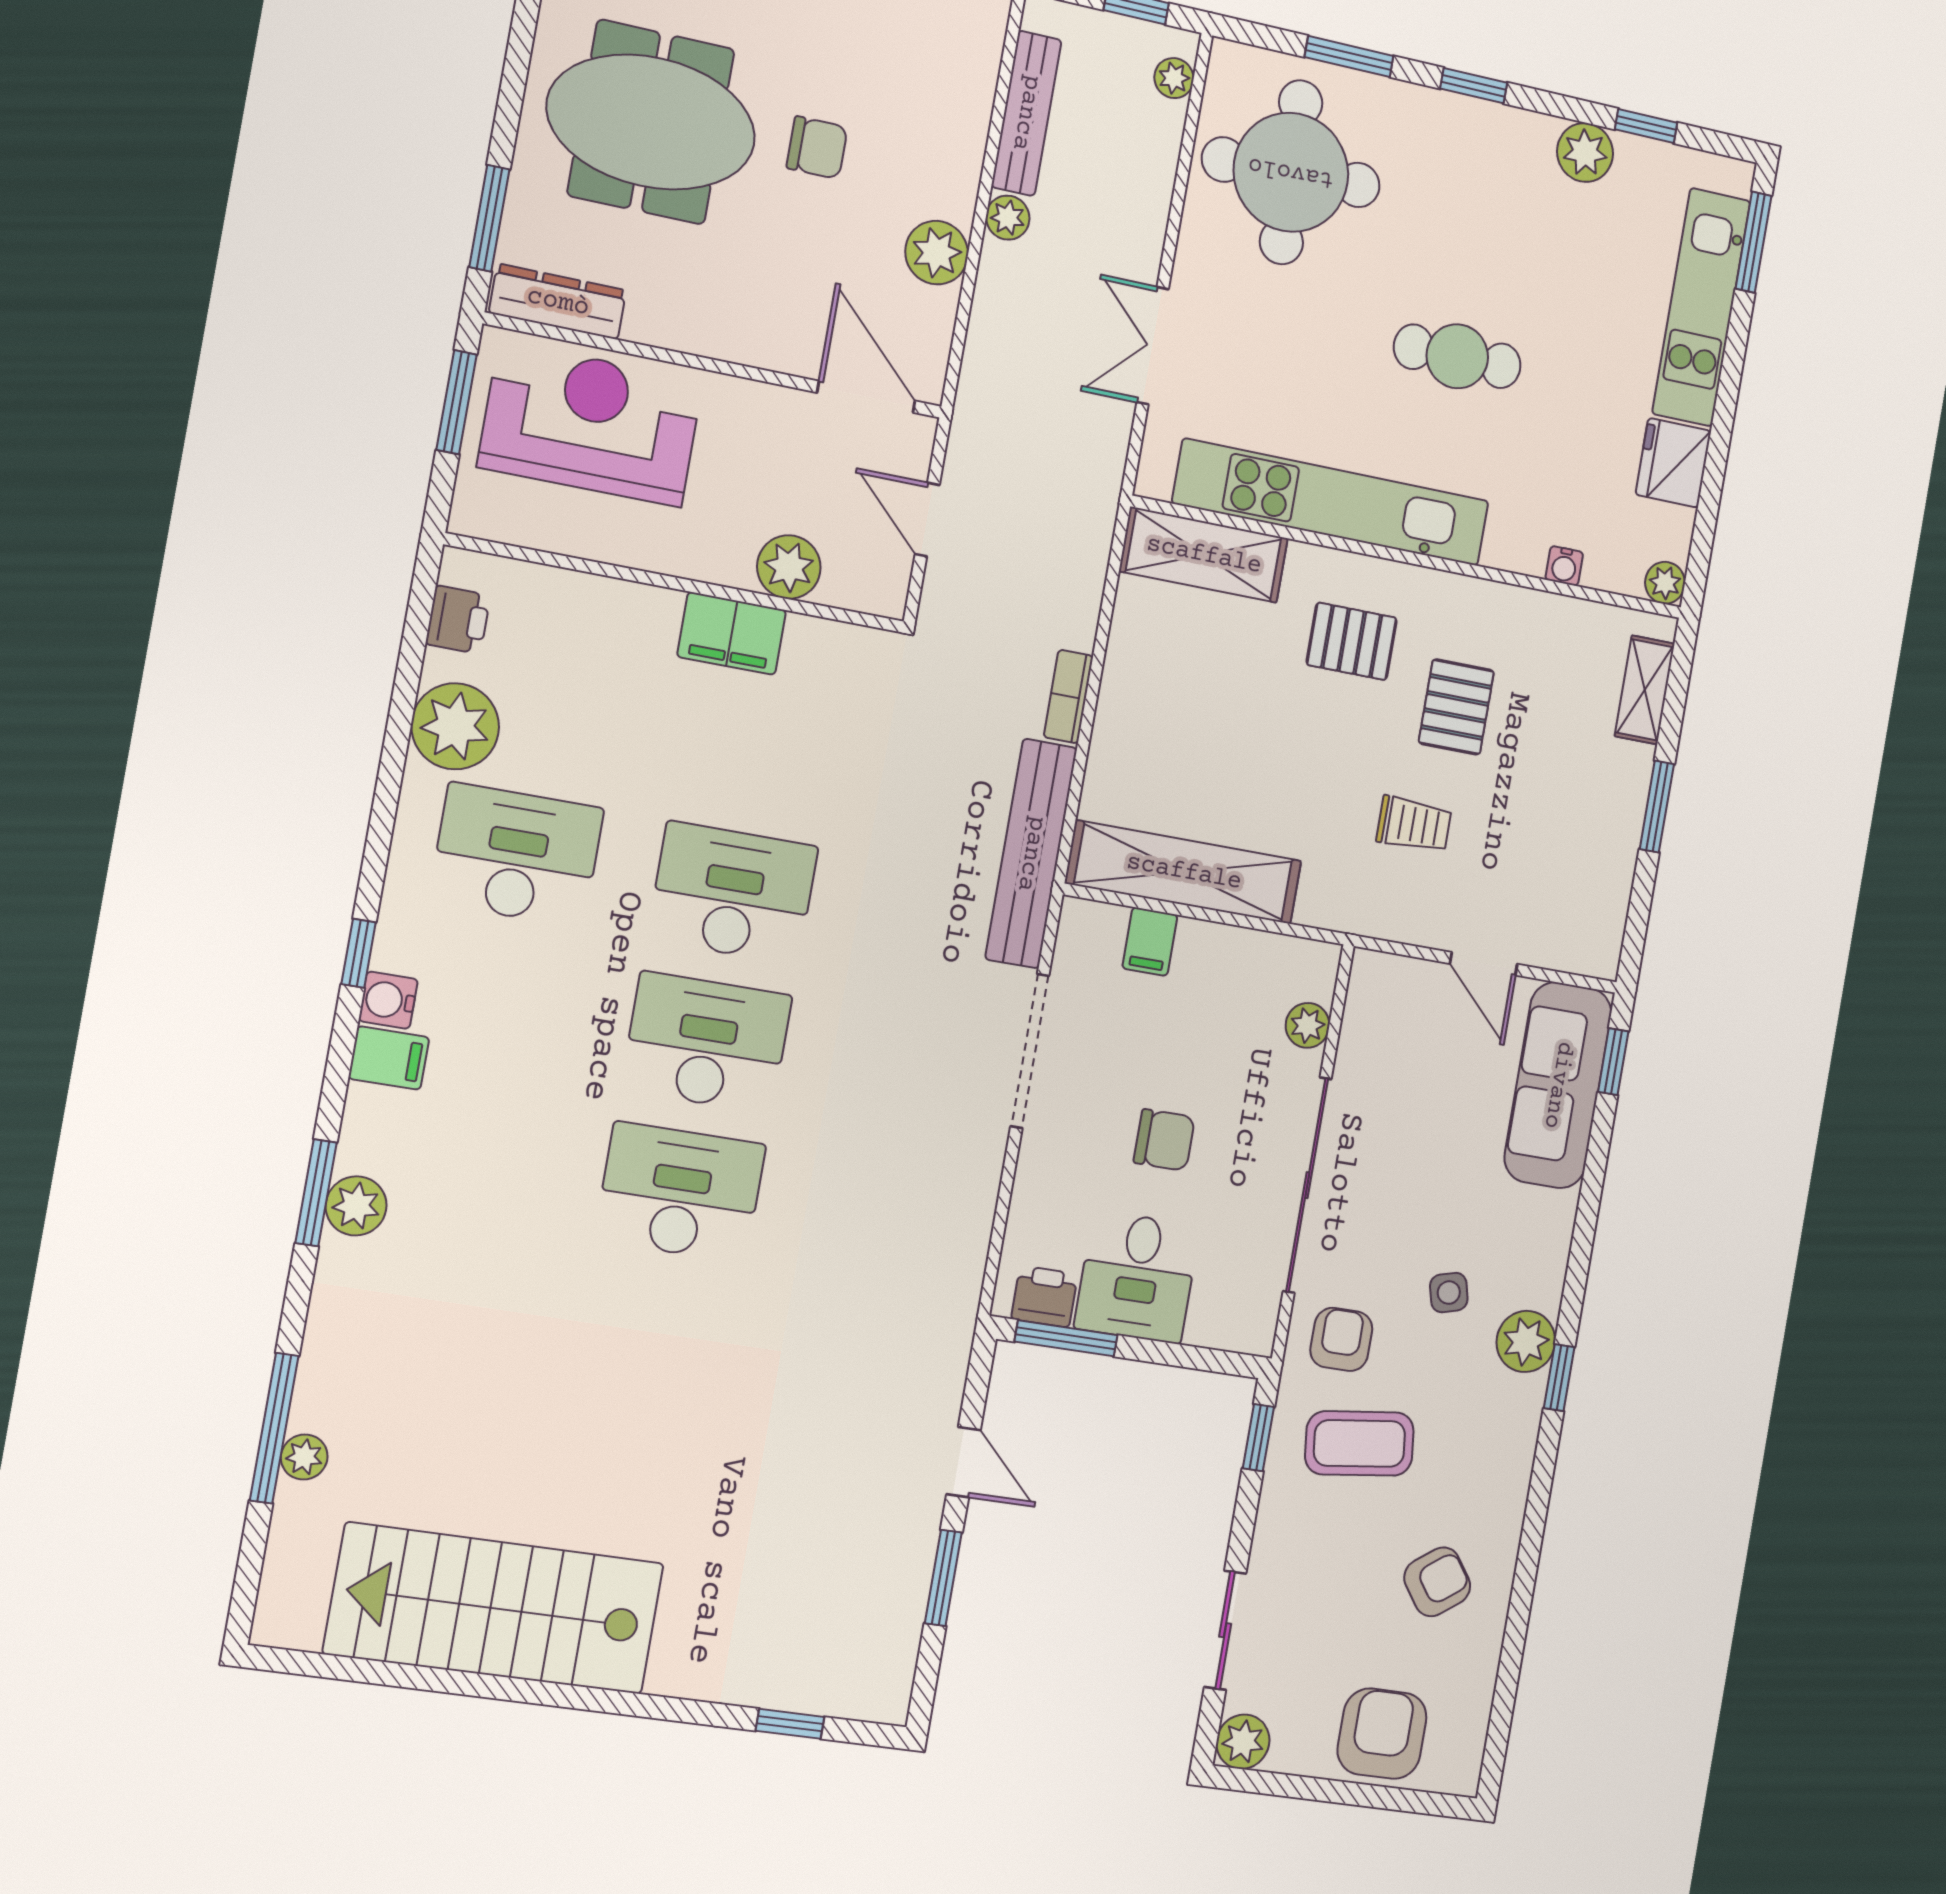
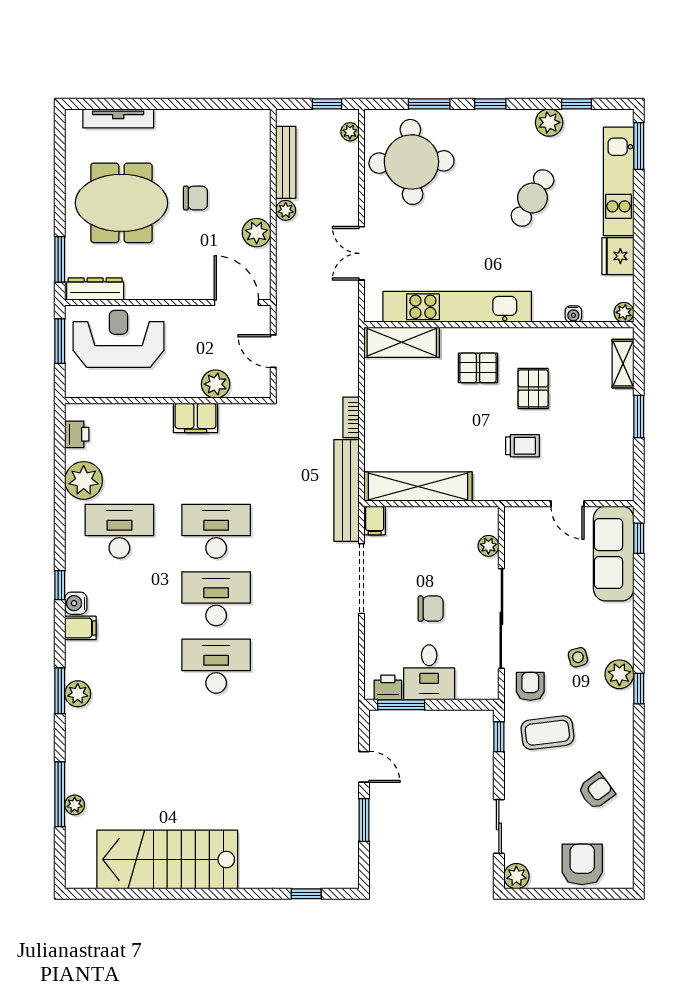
cafe table: (1457, 356) -> (532, 198), moved, turned -59
filing cabinet: (1150, 942) -> (375, 520), moved

